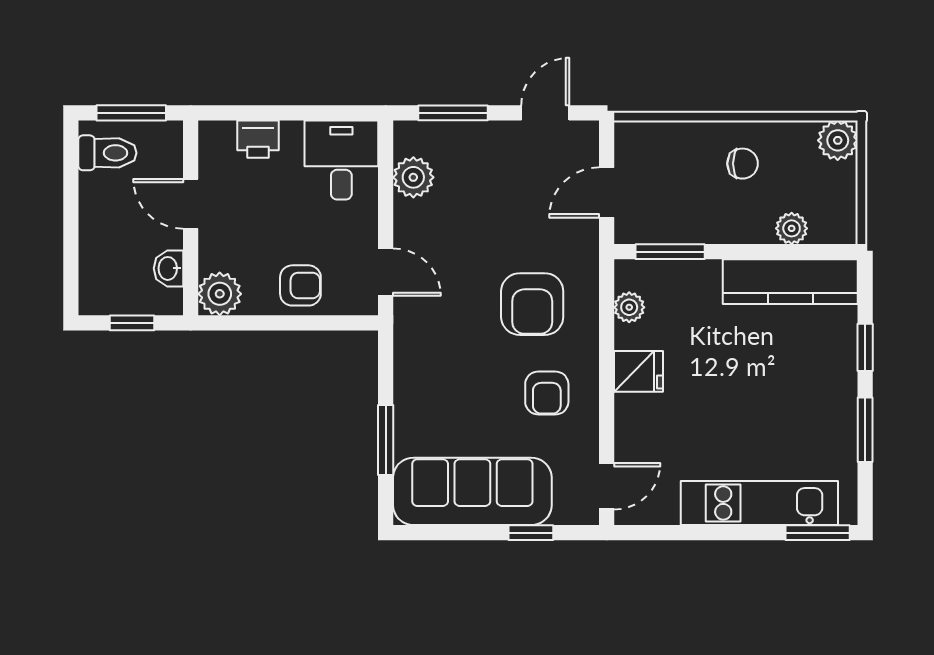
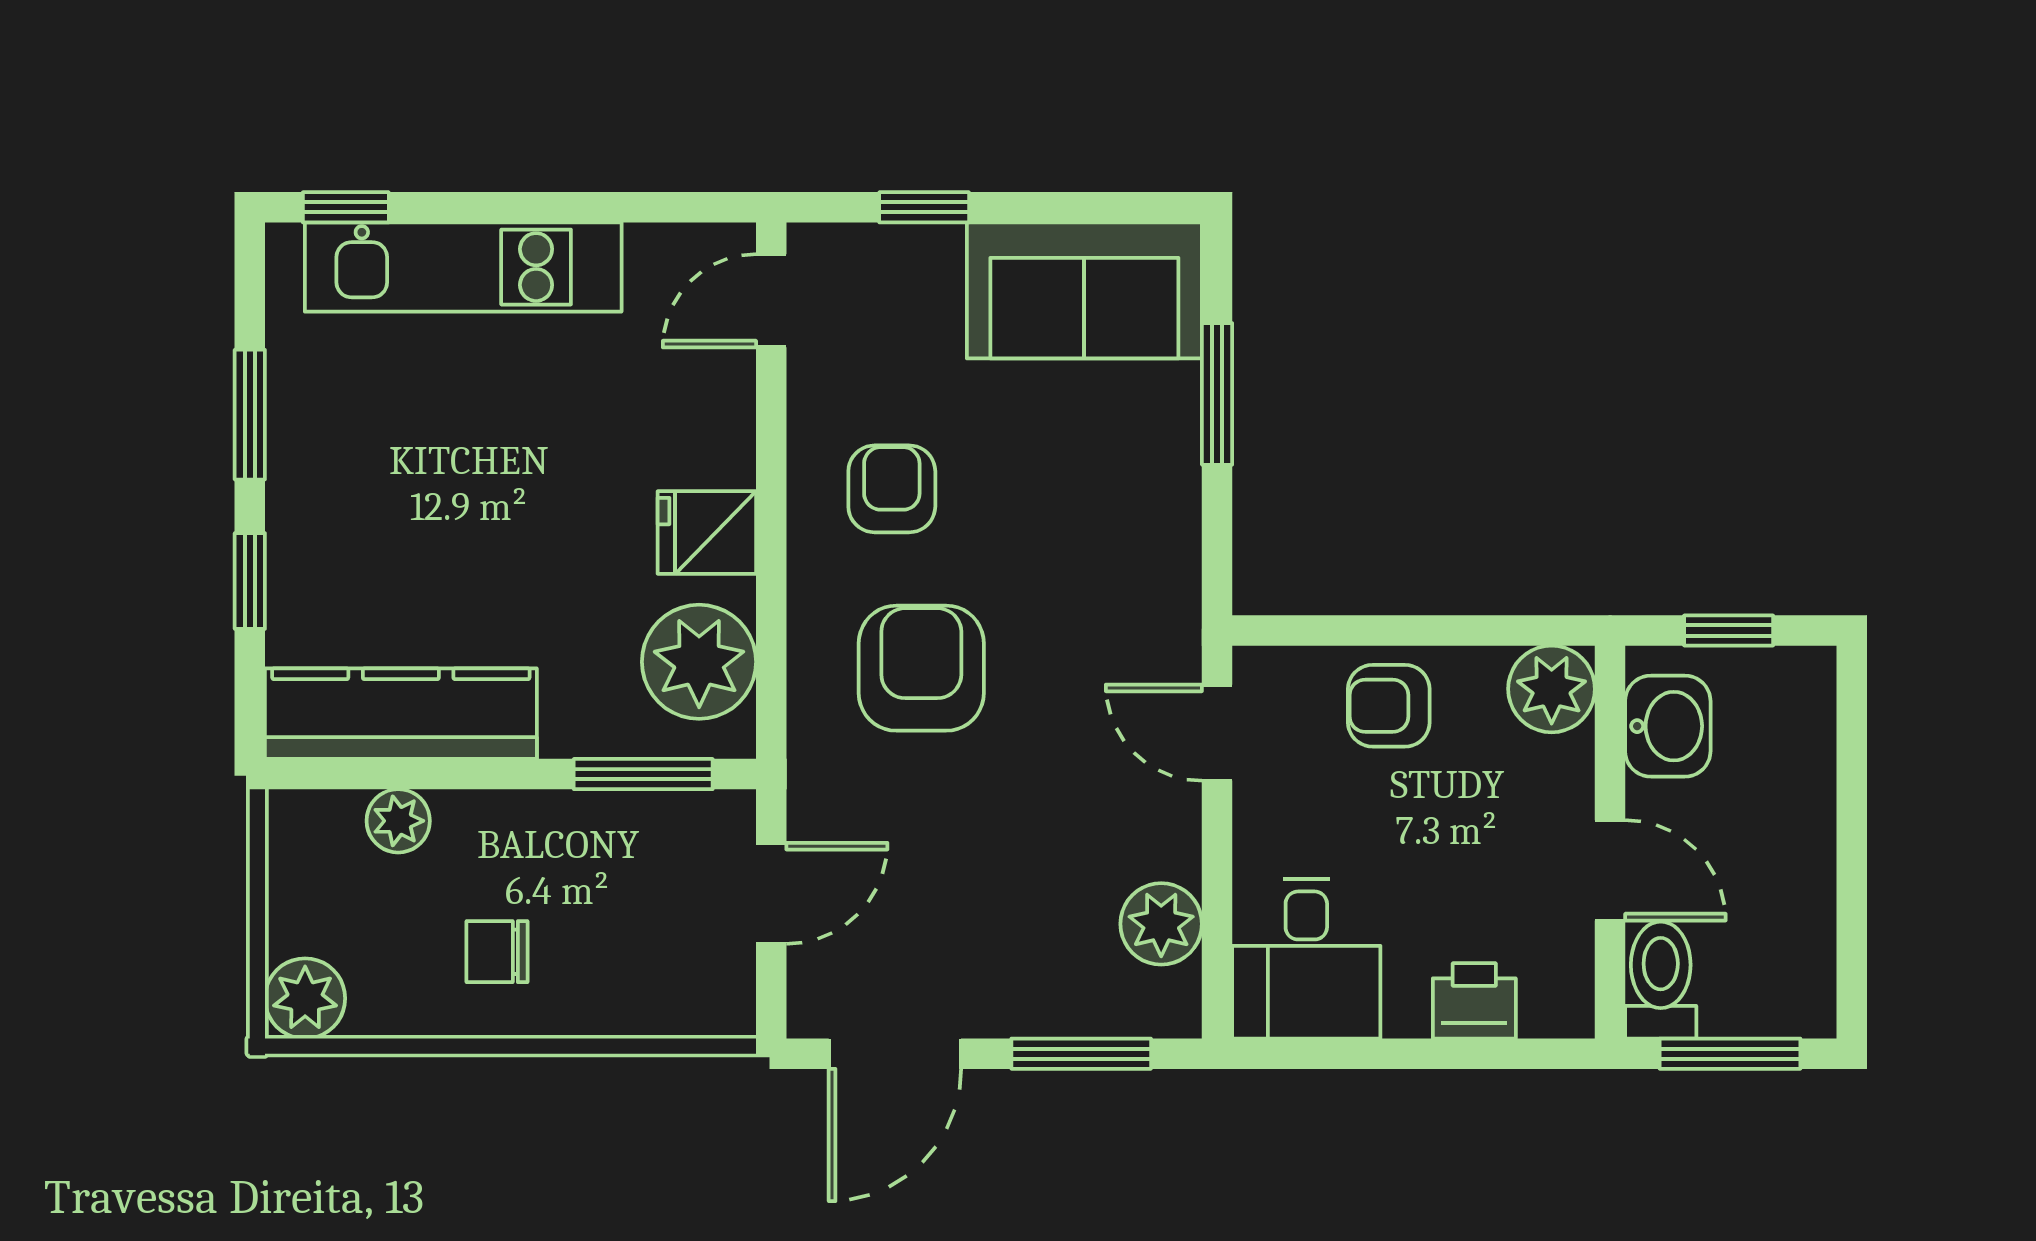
door: (545, 113) -> (895, 1054), width x1.38
toilet: (107, 153) -> (1661, 980), moved, turned 90
washbasin: (169, 268) -> (1668, 726), width x1.38, depth x1.45
plant: (629, 307) -> (699, 662), width x1.88, depth x1.88
sofa: (472, 491) -> (1084, 290), width x0.73
window: (818, 533) -> (346, 207), width x0.67

